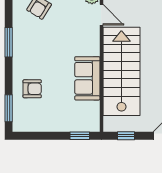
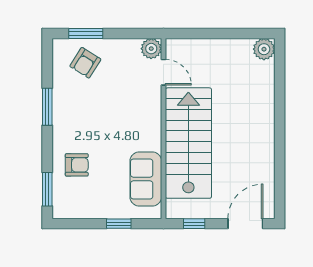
sofa: (87, 78) -> (146, 179), moved
window: (80, 136) -> (119, 224), moved

